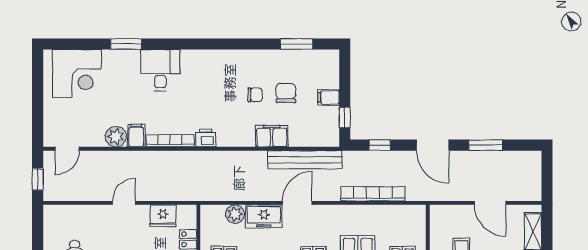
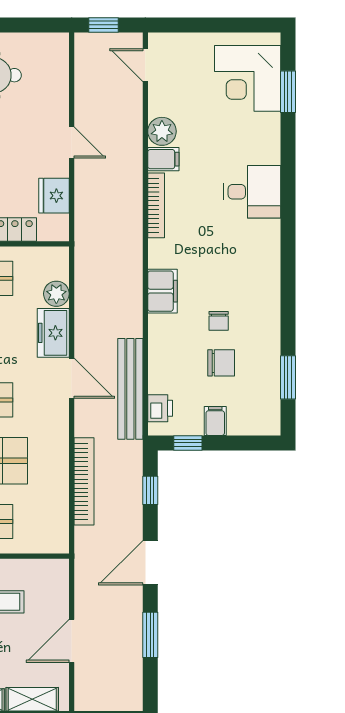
window: (126, 44) -> (288, 92), moved
filing cabinet: (272, 136) -> (163, 291), moved
printer: (206, 138) -> (160, 408), moved

